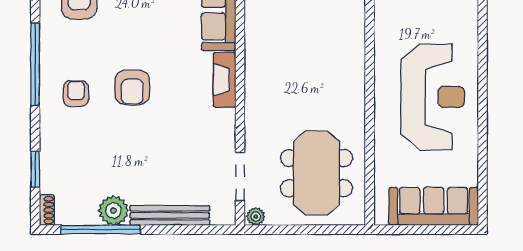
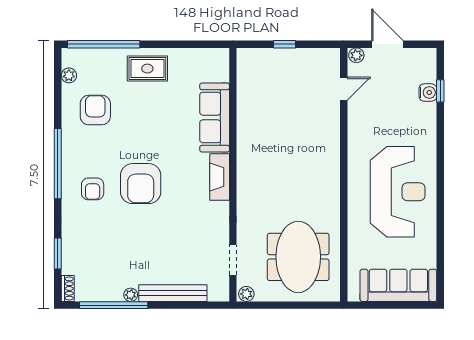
armchair: (132, 87) -> (141, 184), width x1.36, depth x1.36
armchair: (76, 94) -> (93, 189), turned 180
doorway: (240, 177) -> (233, 260), width x0.73
plant: (113, 210) -> (131, 295), width x0.53, depth x0.53

